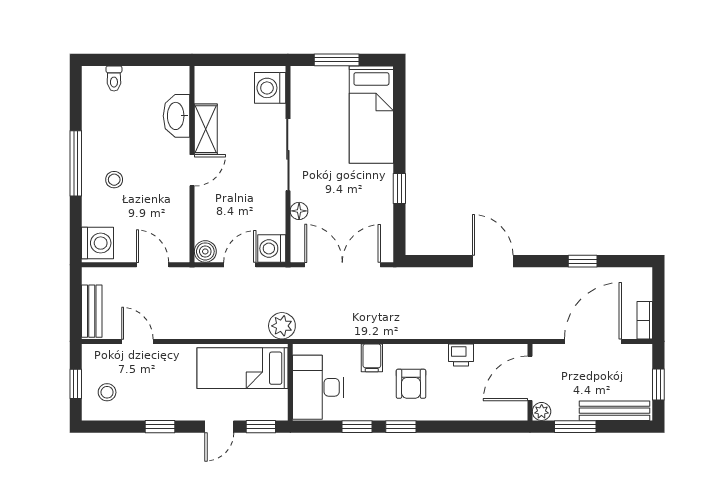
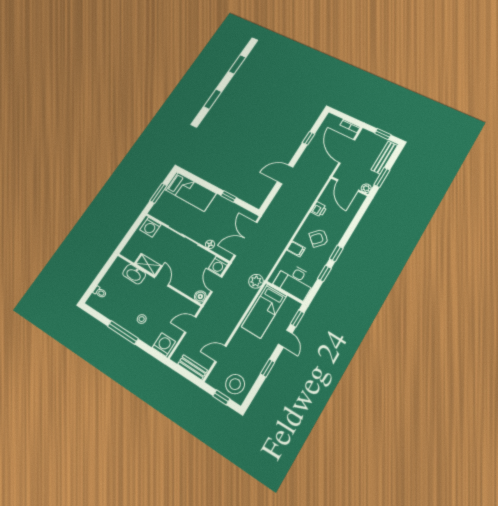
armchair: (411, 384) -> (319, 238), turned 132
stool: (107, 392) -> (235, 384), width x1.89, depth x1.89

